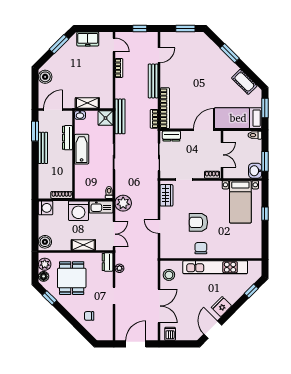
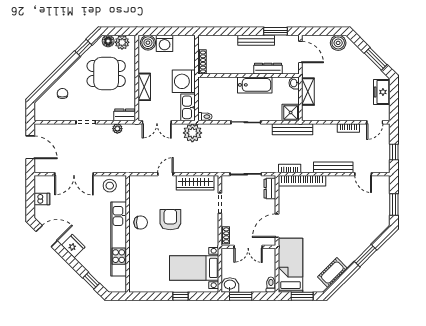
door: (204, 130) -> (277, 226), swing flipped
wardrobe: (166, 195) -> (195, 183), width x1.50
washing machine: (46, 208) -> (165, 43), moved
dishwasher: (170, 334) -> (42, 199), moved

